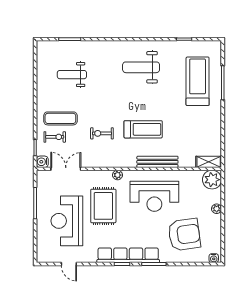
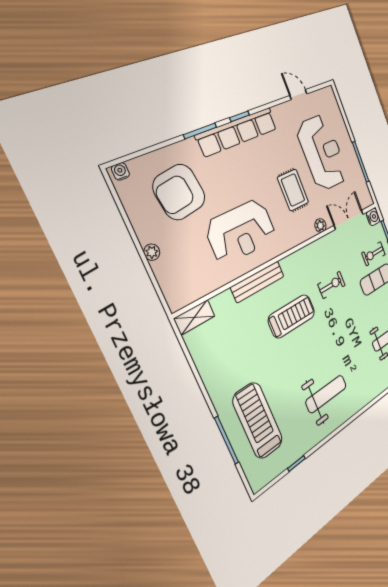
treadmill: (198, 81) -> (258, 420), turned 180
treadmill: (143, 129) -> (292, 316), turned 180
double door: (66, 169) -> (349, 220), swing flipped
plant: (118, 175) -> (320, 226), moved
plant: (212, 180) -> (178, 293), removed
reception desk: (154, 196) -> (241, 231), turned 180
rug: (103, 206) -> (293, 190), width x0.73, depth x0.70

